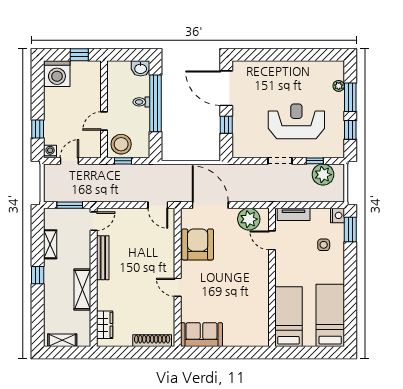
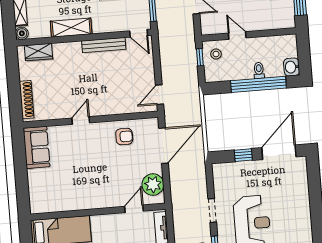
stool: (121, 144) -> (216, 54), width x0.53, depth x0.53
armchair: (198, 244) -> (124, 137), width x0.53, depth x0.53
boiler: (84, 340) -> (22, 33), added

